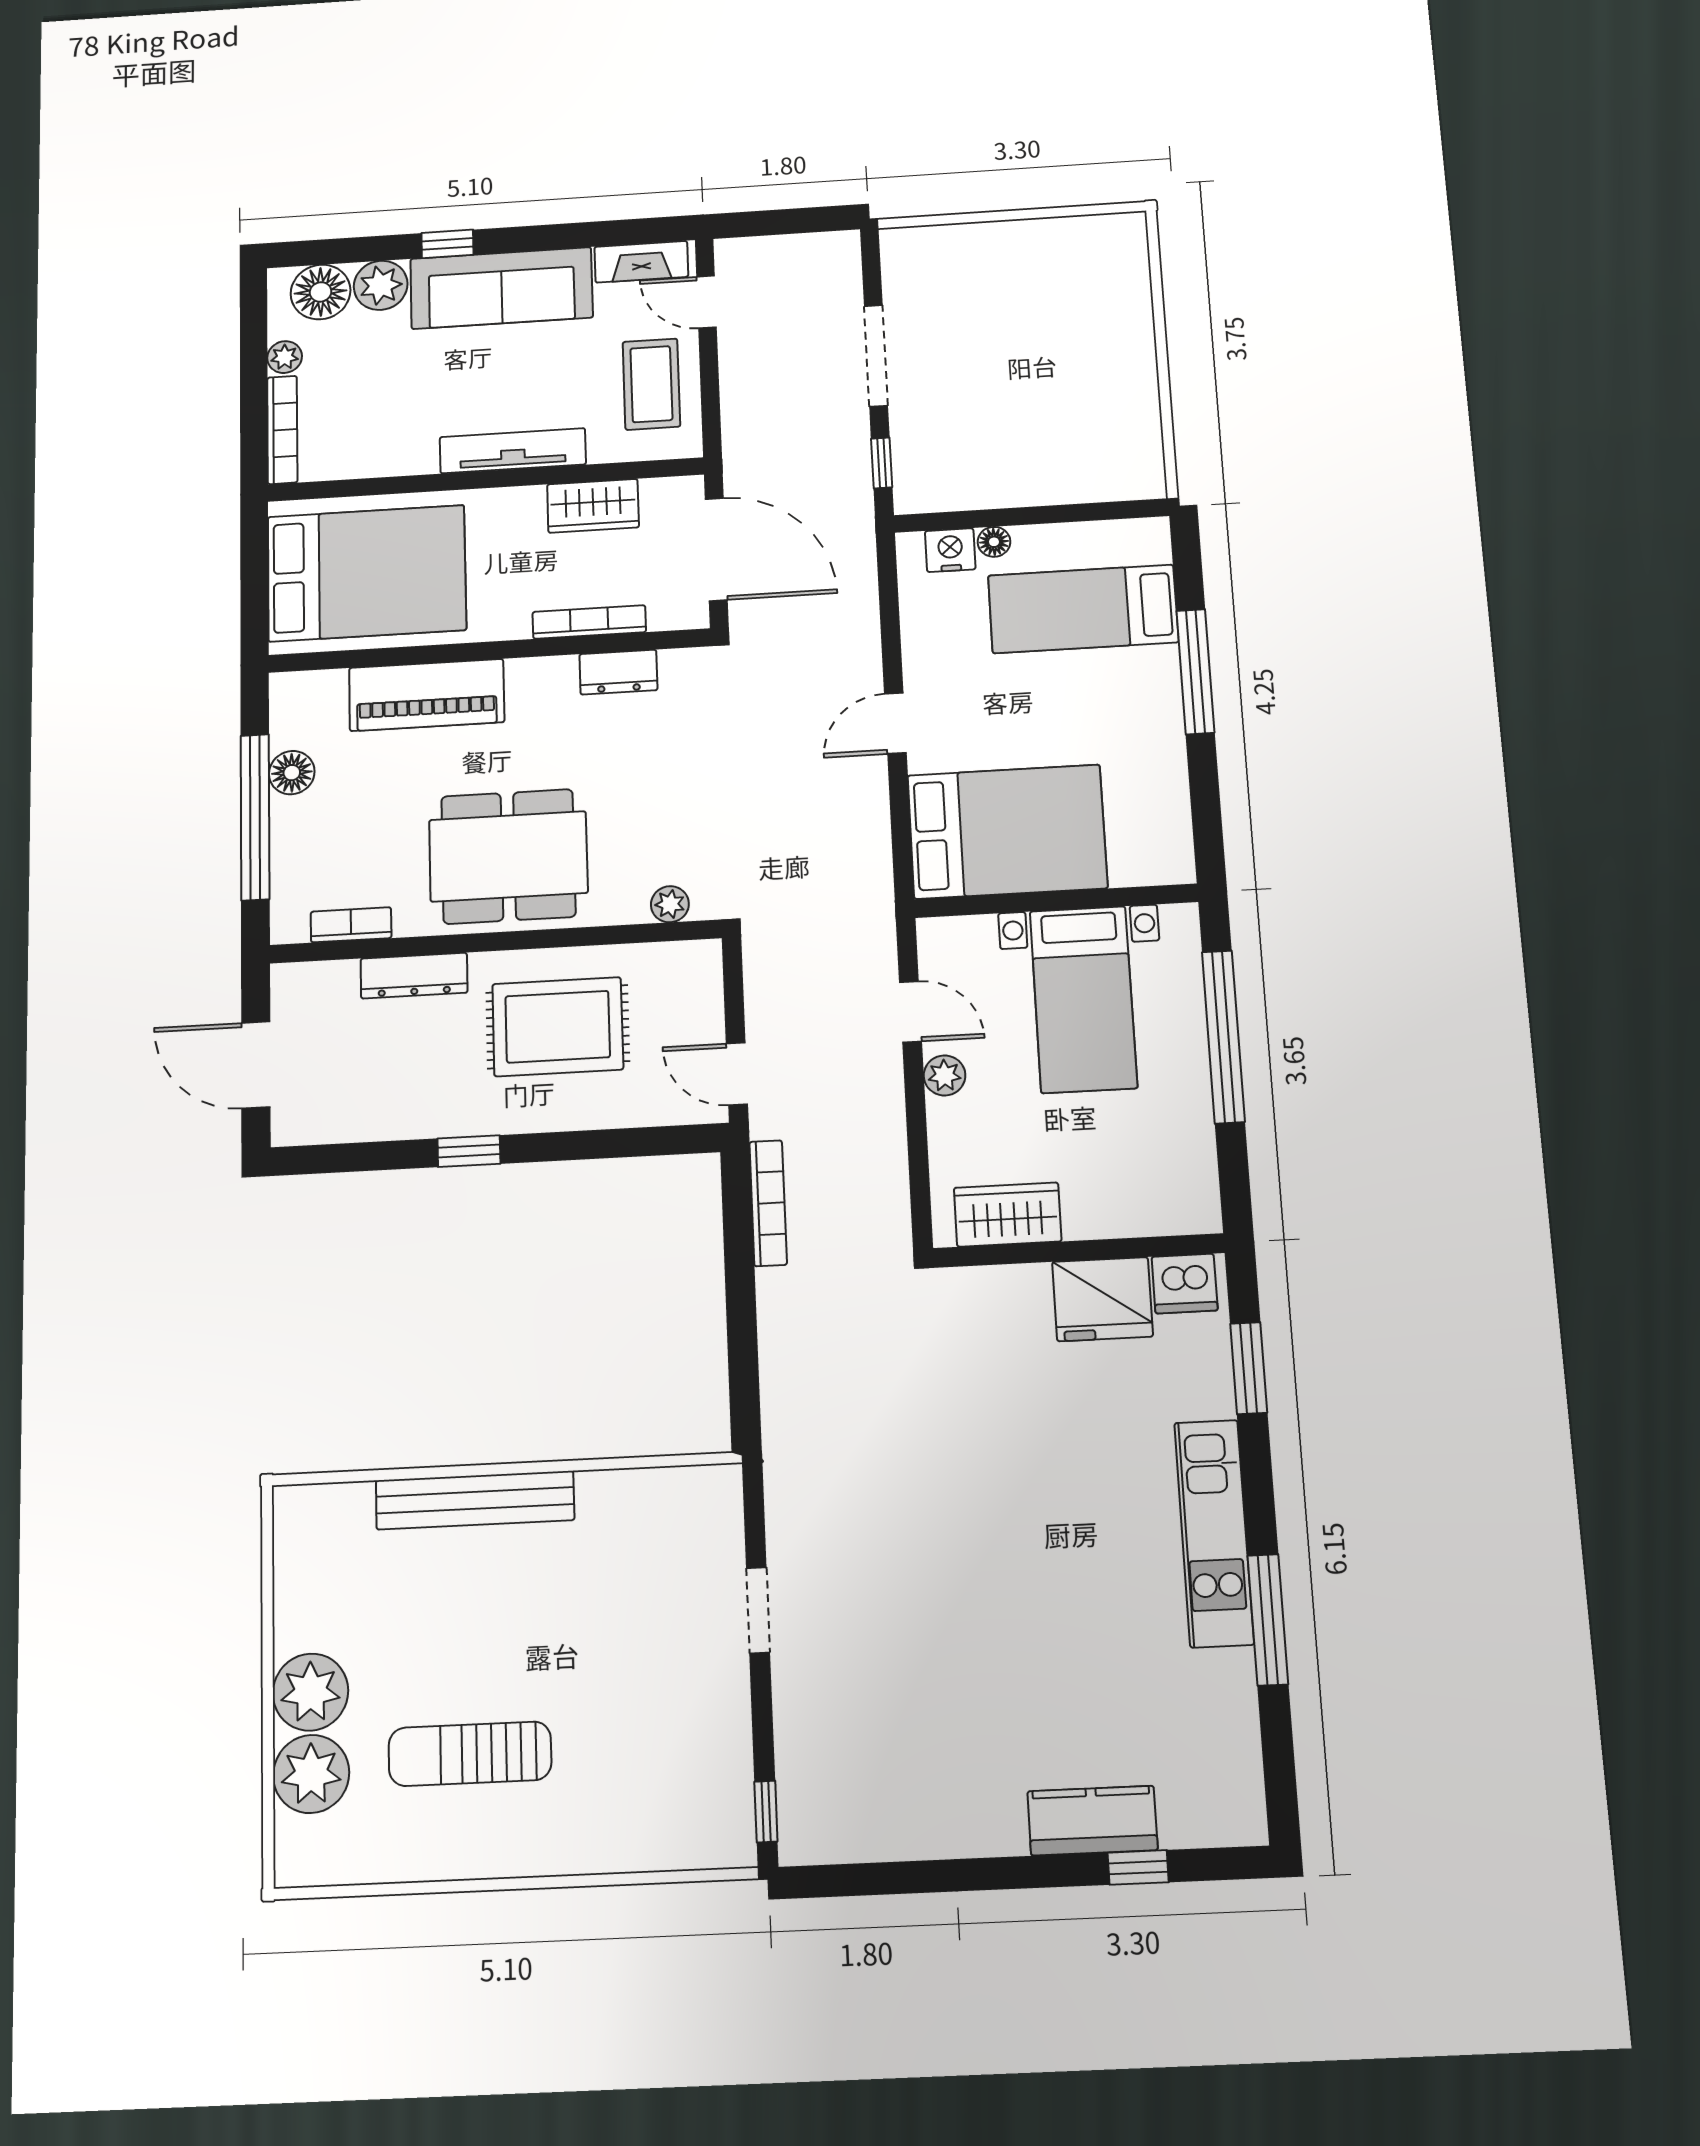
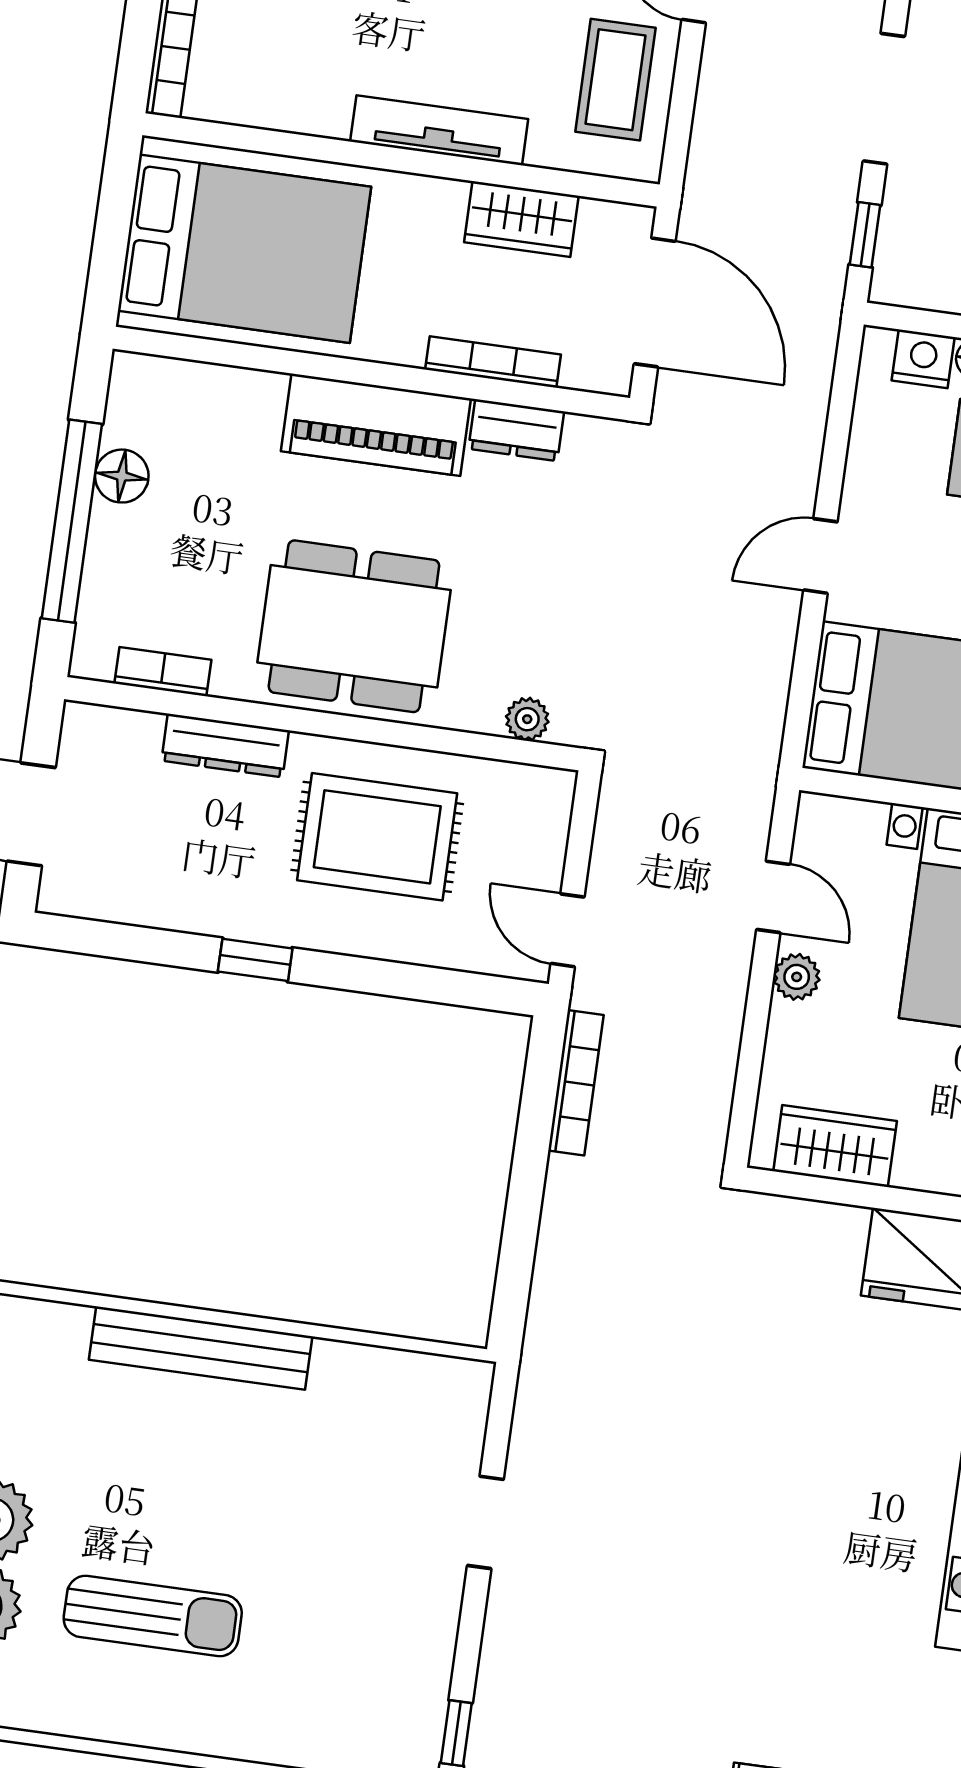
piano: (427, 695) -> (376, 425), moved
sun lounger: (470, 1754) -> (153, 1616), turned 180

